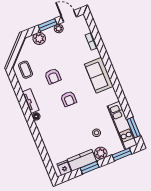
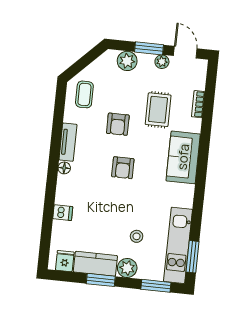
rug: (71, 56) -> (158, 110), added
dishwasher: (49, 142) -> (63, 213), added

